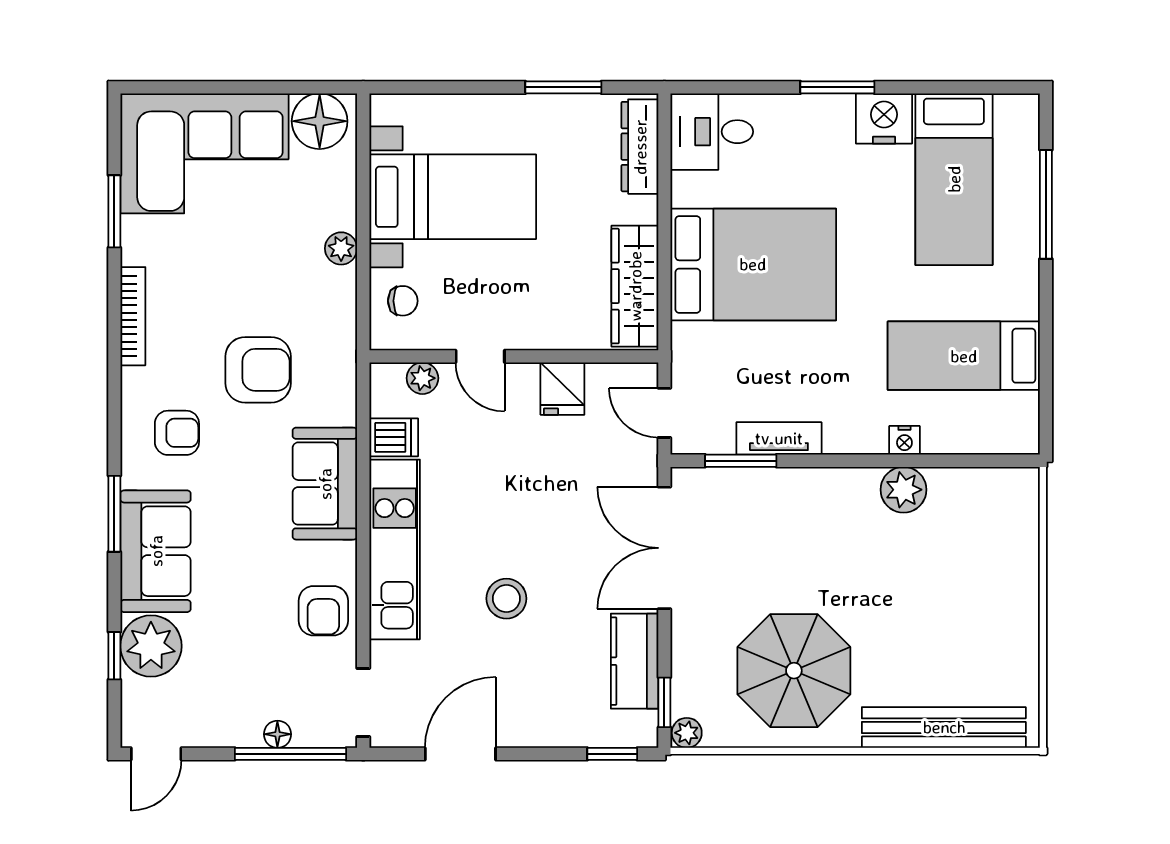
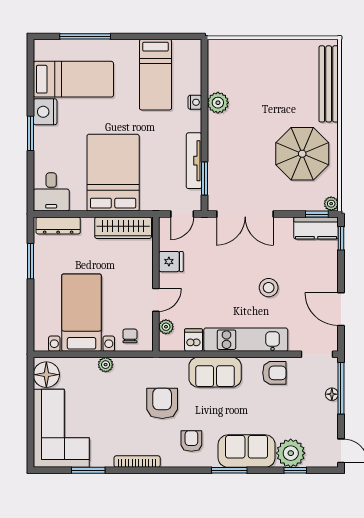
tv unit: (779, 438) -> (194, 161), width x1.41
kitchen counter: (635, 661) -> (316, 228), moved

